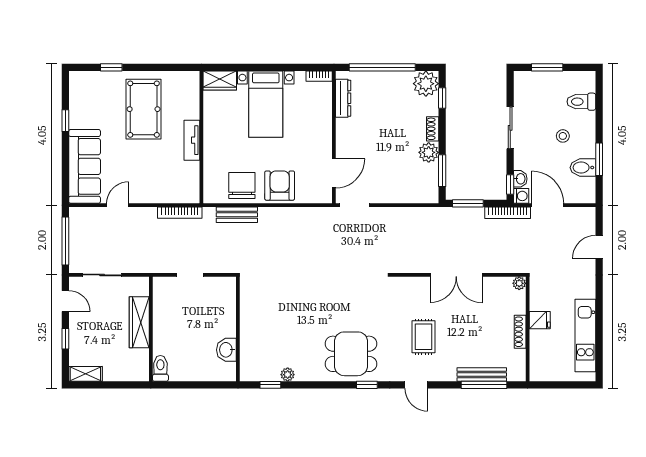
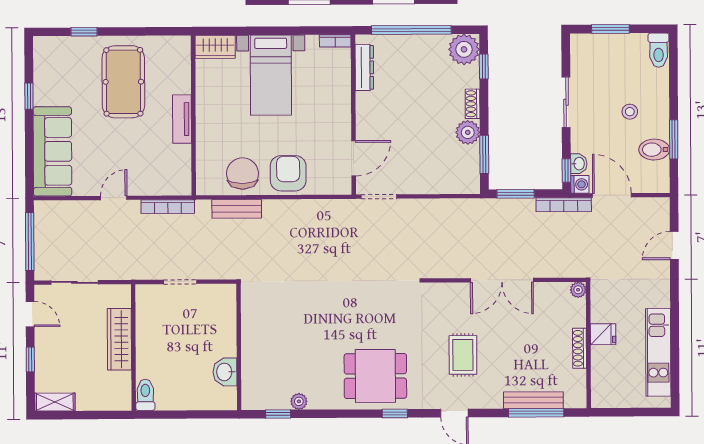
toilet: (581, 102) -> (659, 50), moved, turned -90
door: (118, 205) -> (114, 198), moved

